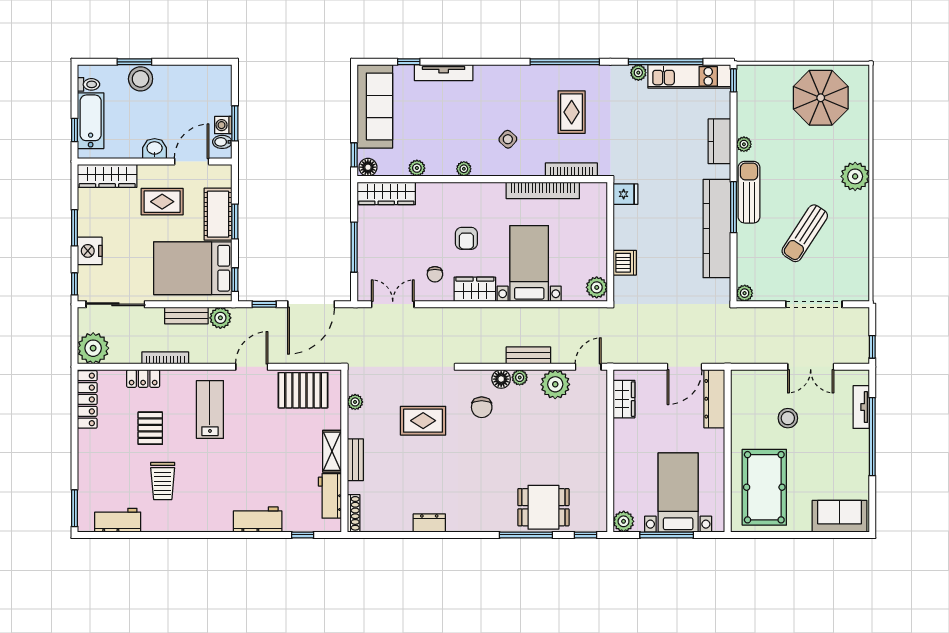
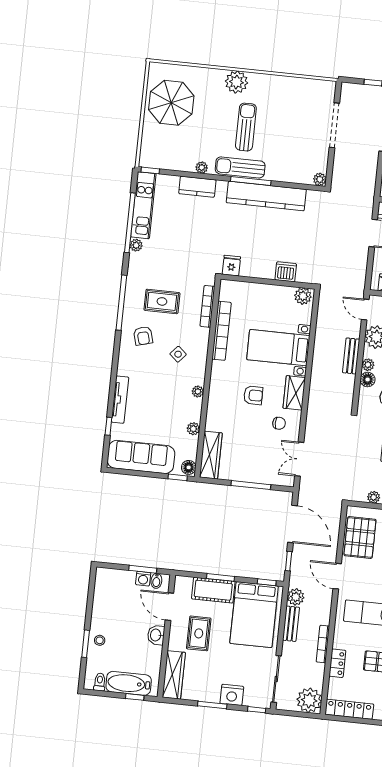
stool: (141, 79) -> (100, 640), width x0.53, depth x0.53
armchair: (526, 93) -> (143, 336), added
sun lounger: (805, 233) -> (246, 127), moved, turned -123

